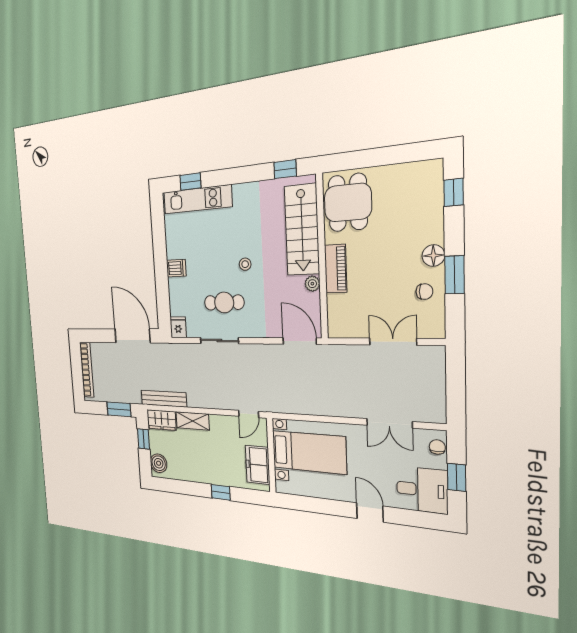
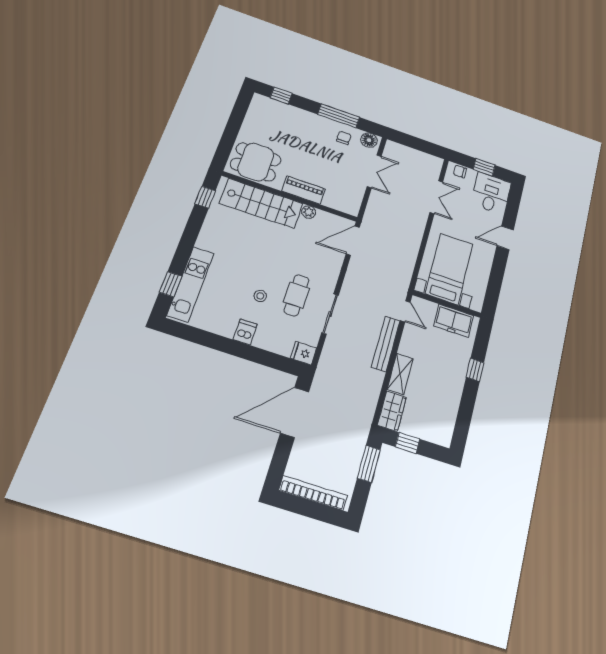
floor lamp: (433, 256) -> (369, 140), moved
stool: (245, 264) -> (260, 296), moved
window: (454, 275) -> (339, 116), width x1.44
double door: (393, 342) -> (374, 171), swing flipped
bench: (164, 399) -> (386, 344), moved
boiler: (159, 463) -> (436, 433), removed

